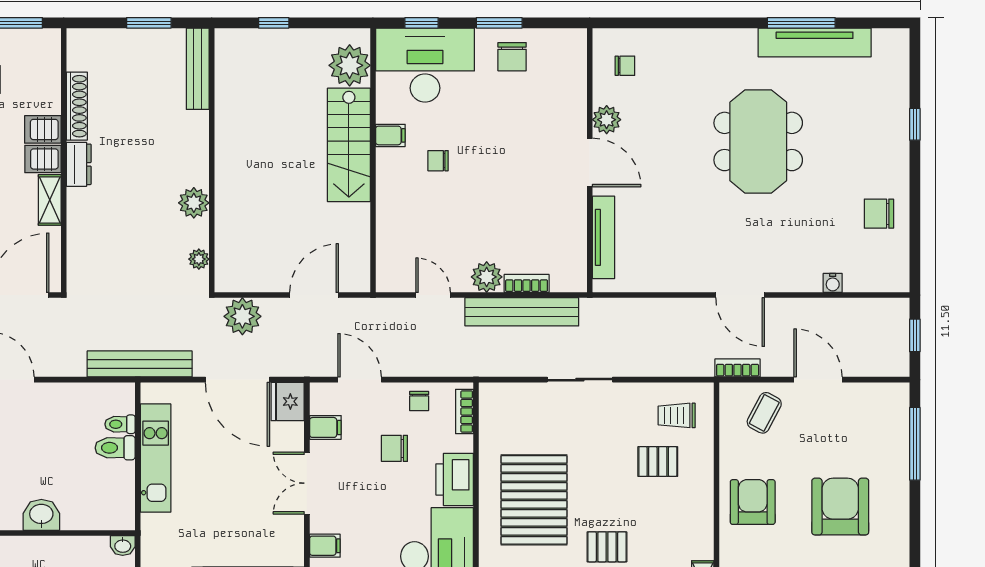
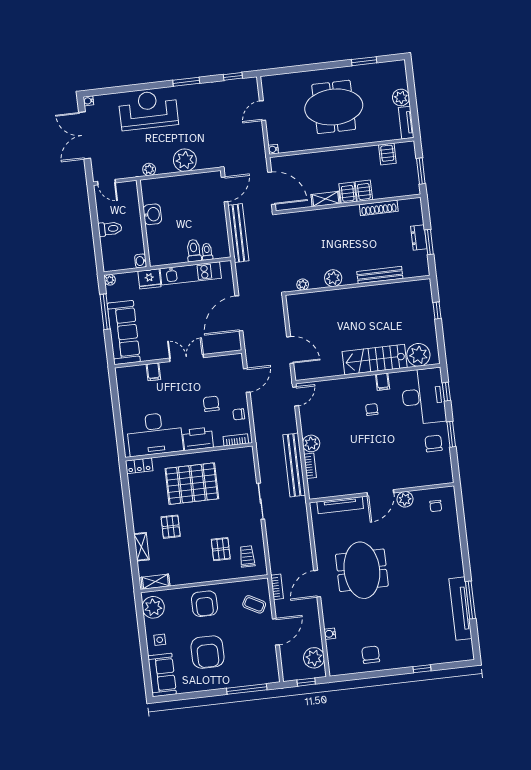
chair: (512, 57) -> (434, 443), turned 90
bench: (198, 69) -> (380, 275), moved
meeting table: (758, 141) -> (362, 570), moved, turned 90
dresser: (79, 164) -> (419, 237), moved, turned 90
door: (433, 295) -> (296, 396), moved
plant: (242, 316) -> (314, 658), moved
bench: (140, 364) -> (238, 233), moved
fridge: (288, 401) -> (149, 279), moved, turned 180
filing cabinet: (325, 427) -> (218, 365), removed
armchair: (753, 502) -> (204, 604), turned 90
armchair: (840, 507) -> (208, 652), turned 90

